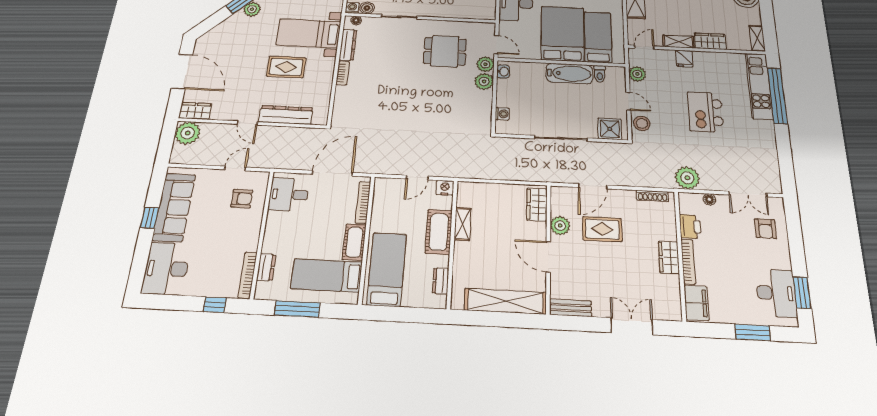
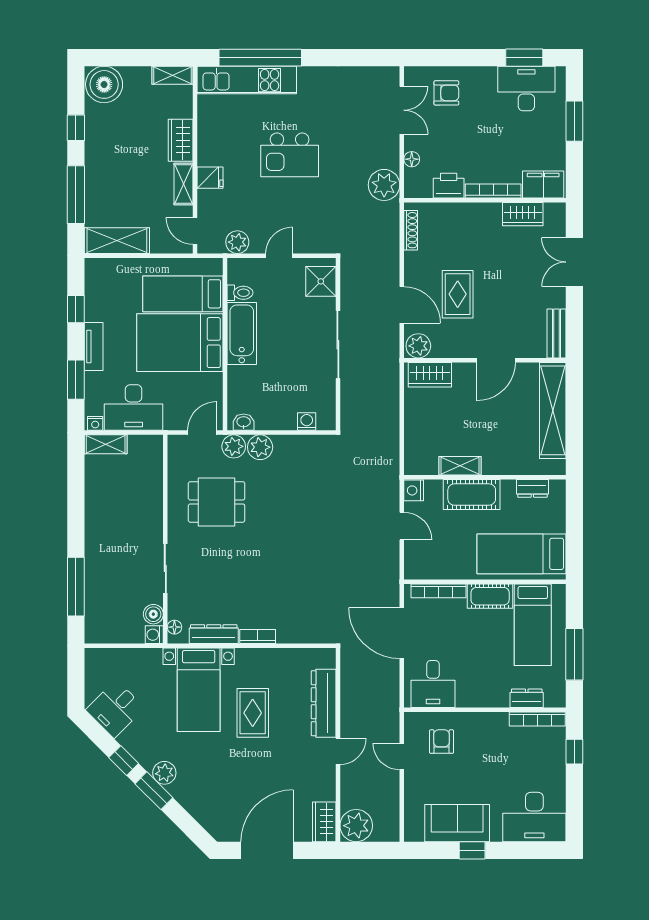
dining table: (445, 51) -> (217, 502), turned 90
stool: (642, 123) -> (311, 239), removed
sofa: (174, 207) -> (457, 823), width x0.73
plant: (560, 226) -> (418, 346), moved
wardrobe: (669, 257) -> (523, 214), moved

